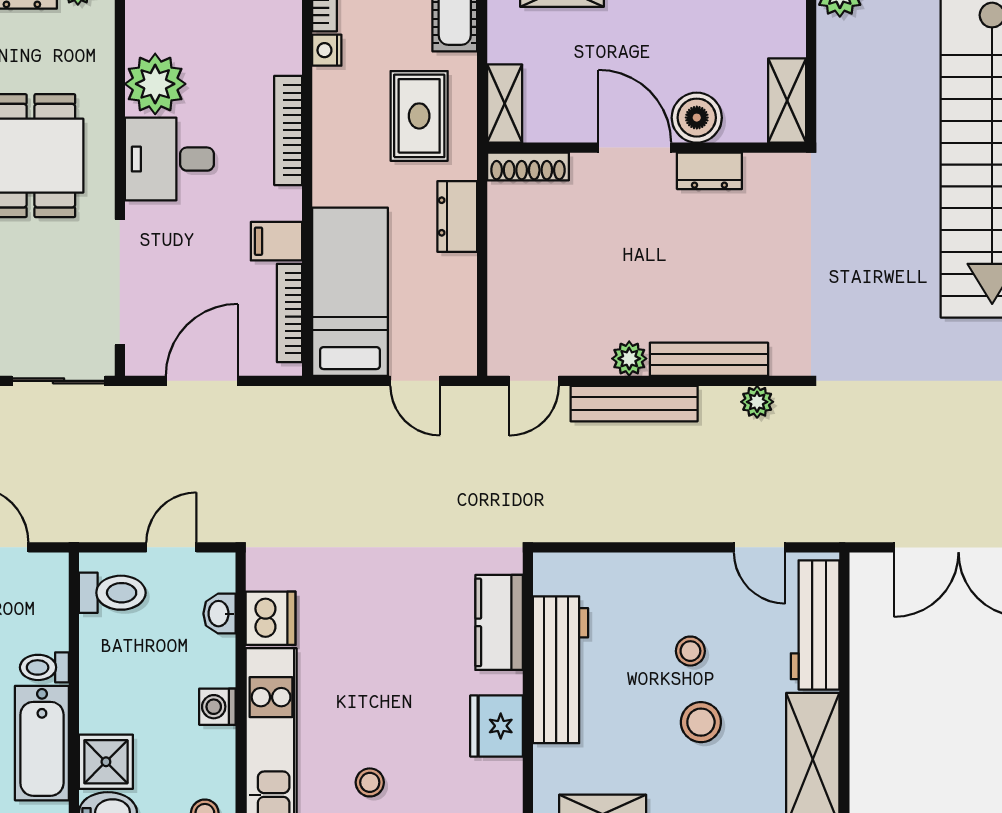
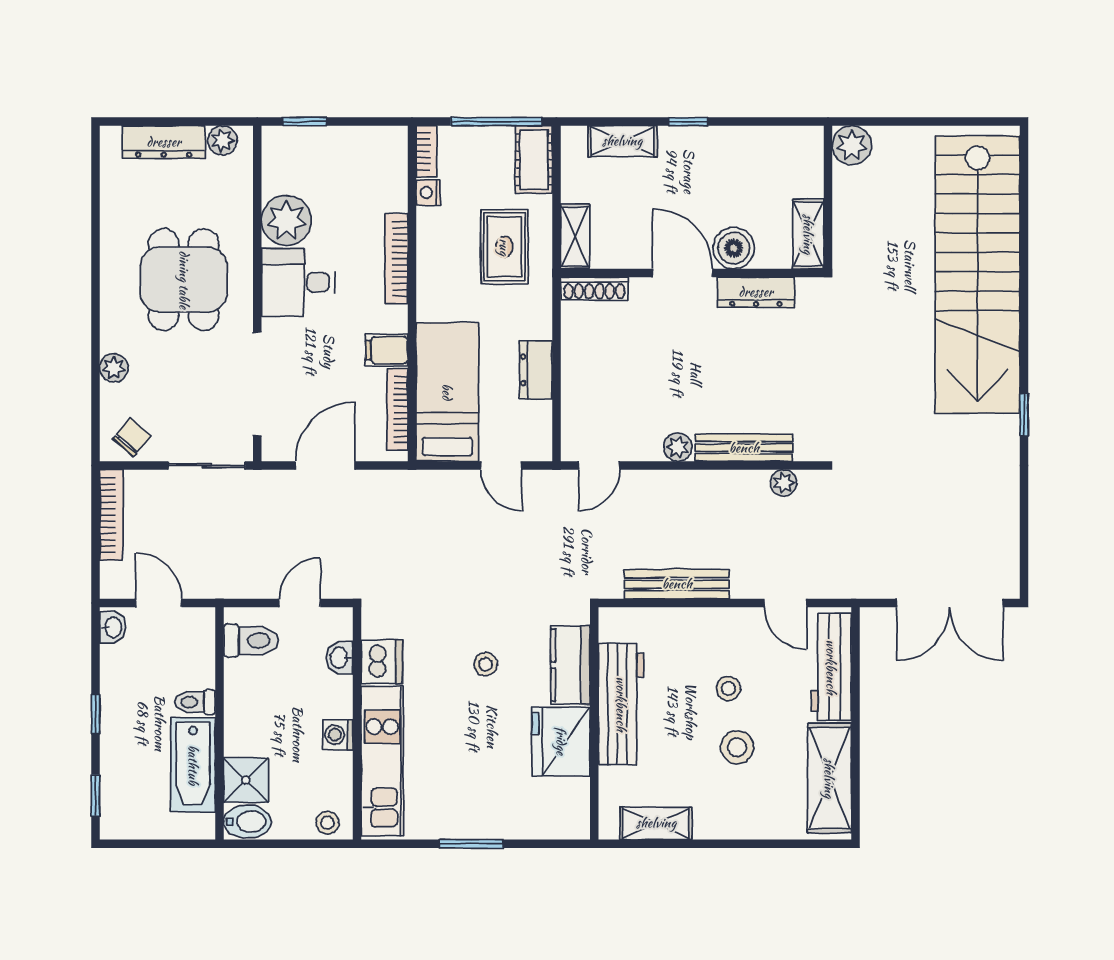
dresser: (709, 171) -> (756, 292), width x1.44
dresser: (457, 216) -> (536, 370), moved
bench: (634, 404) -> (677, 584), moved
fridge: (497, 726) -> (561, 741), width x1.36, depth x1.34
stool: (370, 782) -> (486, 664), moved

